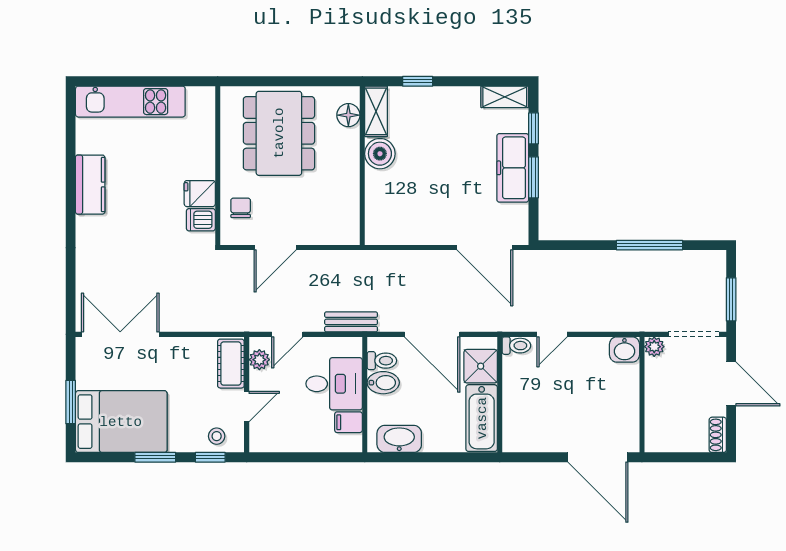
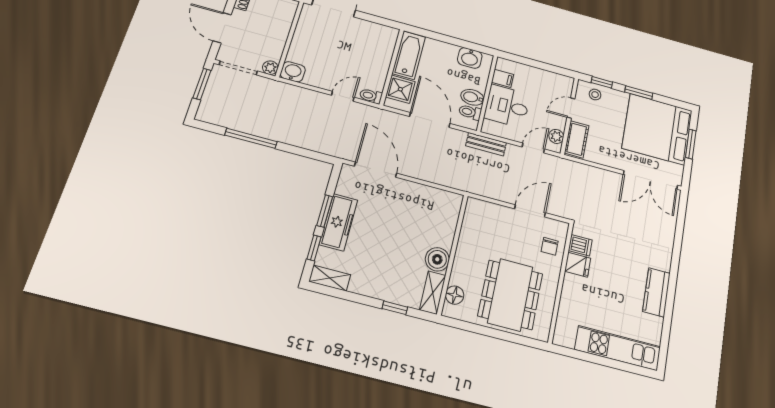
bed: (121, 422) -> (657, 129), width x1.36
washbasin: (399, 439) -> (470, 58), width x0.72

